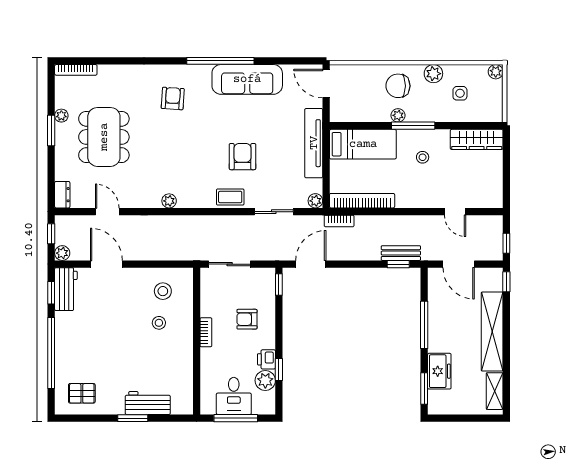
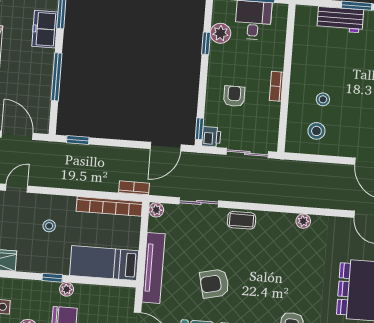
window: (413, 126) -> (52, 278), width x0.46
armchair: (242, 157) -> (215, 283), moved, turned 77
stool: (423, 157) -> (49, 226), moved
door: (455, 212) -> (17, 188), hinge flipped
bench: (401, 253) -> (74, 151), removed
armchair: (247, 319) -> (234, 96), turned -90
printer: (266, 359) -> (211, 137), moved

